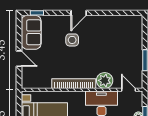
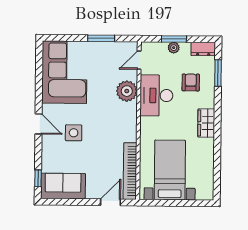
corner sofa: (119, 32) -> (64, 72), added
door: (19, 59) -> (111, 202), moved
bookcase: (74, 84) -> (130, 171), moved

